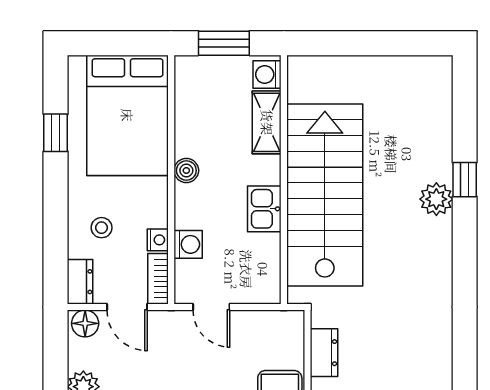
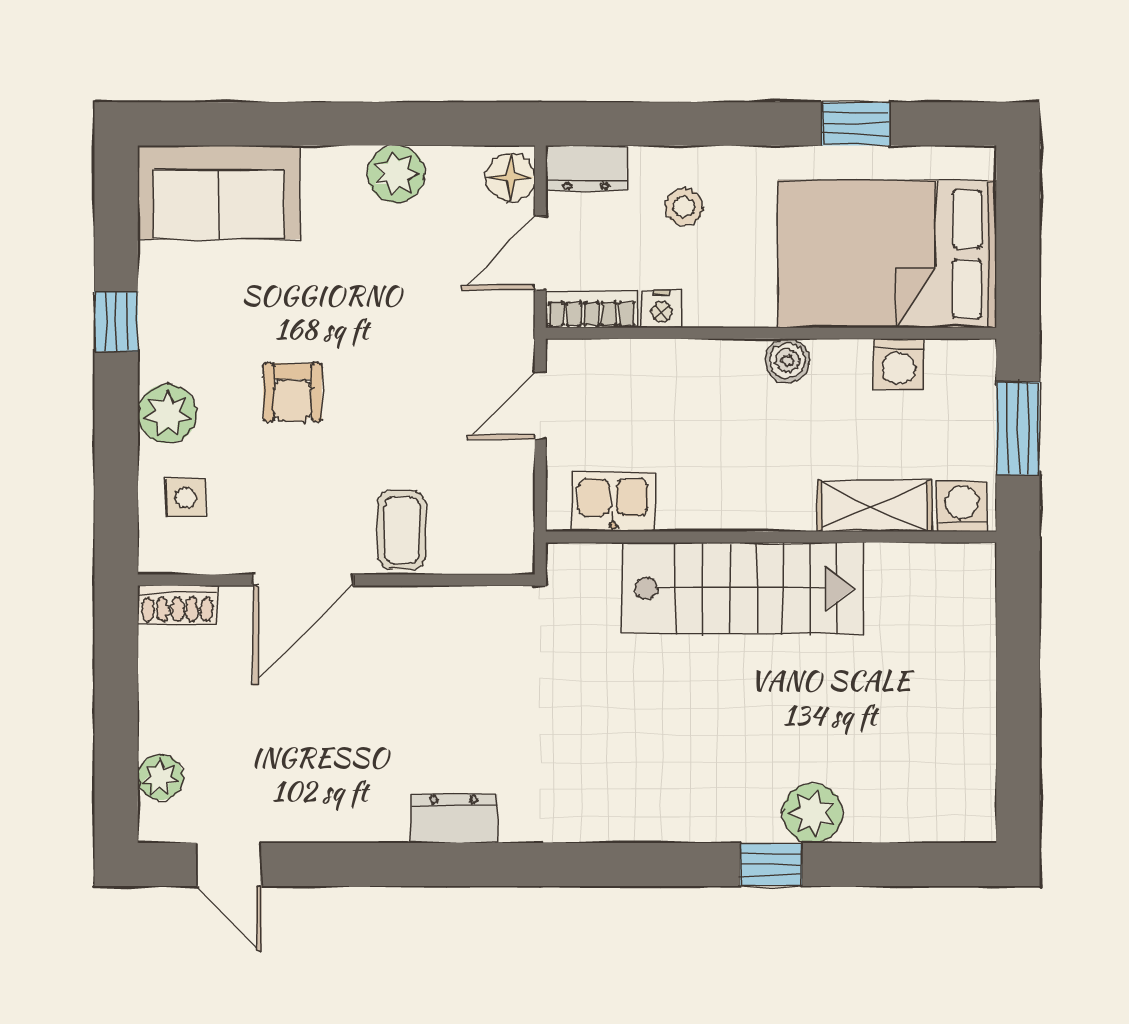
stairs: (325, 195) -> (743, 588), width x0.73, depth x0.66
plant: (436, 199) -> (812, 813), moved
kitchen sink: (264, 209) -> (613, 502), moved
washing machine: (188, 244) -> (899, 364), moved
dresser: (324, 353) -> (454, 819), moved, turned 180

